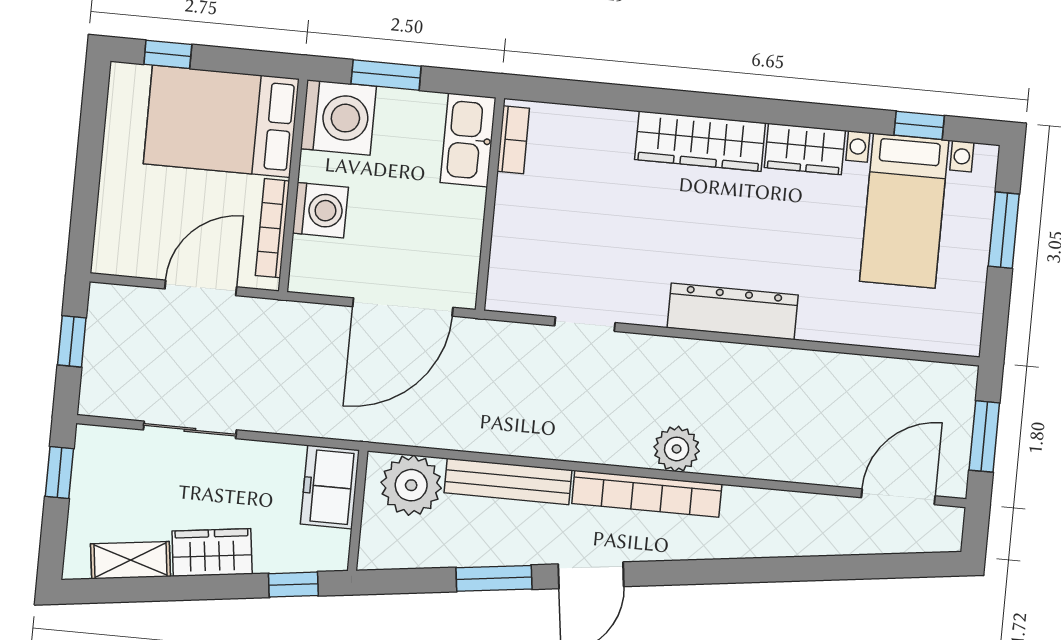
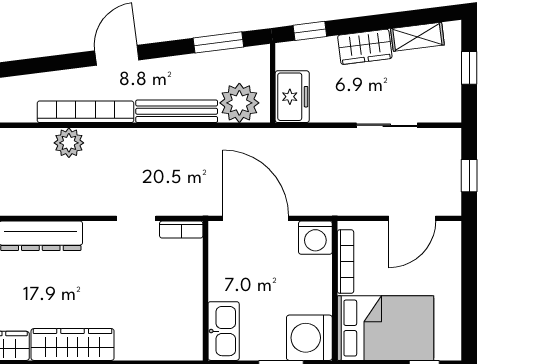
bookcase: (513, 140) -> (181, 230), moved, turned -90
washing machine: (320, 210) -> (315, 238), moved, turned -90
door: (201, 288) -> (412, 218), moved
door: (403, 307) -> (256, 218), hinge flipped
window: (59, 472) -> (469, 68), moved
window: (494, 578) -> (218, 42), moved

